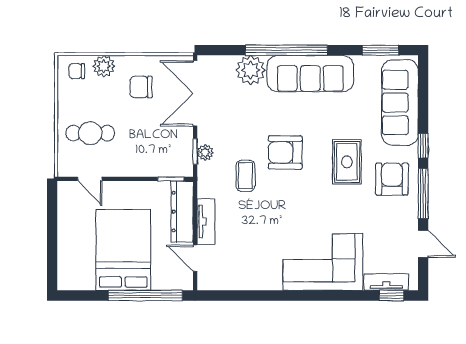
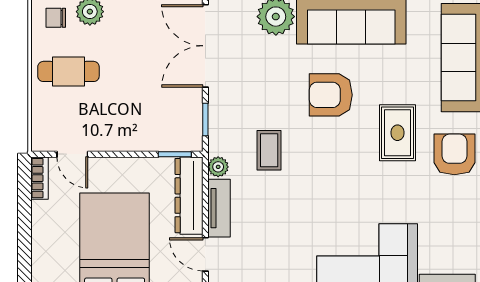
chair: (141, 87) -> (137, 38), removed
cafe table: (90, 133) -> (68, 71), moved
armchair: (285, 152) -> (331, 95), moved
plant: (205, 153) -> (218, 167), moved
bookcase: (64, 198) -> (40, 178), added

